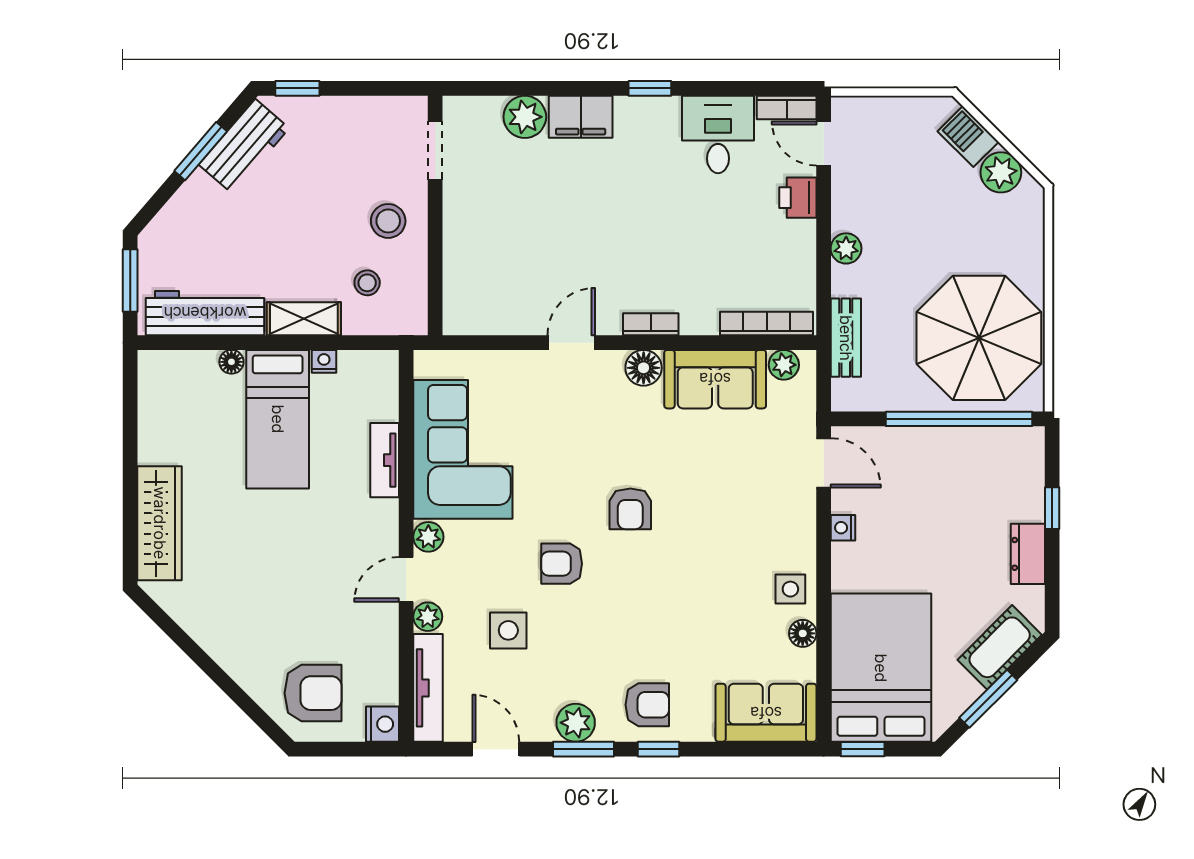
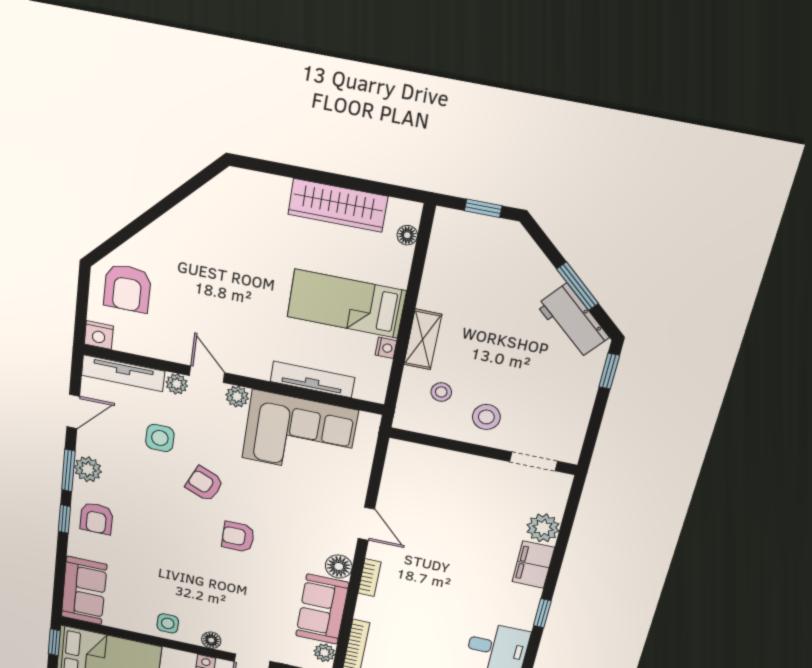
window: (130, 281) -> (483, 208), width x0.67
workbench: (205, 313) -> (443, 264), removed
floor lamp: (231, 362) -> (407, 235), moved
tv unit: (385, 460) -> (312, 379), width x1.41
wardrobe: (160, 523) -> (338, 205), moved
armchair: (562, 564) -> (205, 484), turned -67
floor lamp: (803, 633) -> (211, 640), moved

